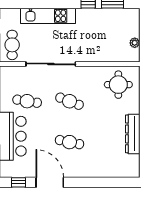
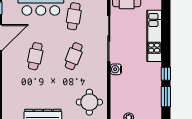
water cooler: (83, 56) -> (116, 69), added

